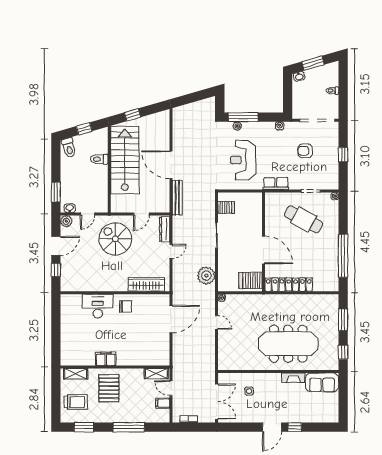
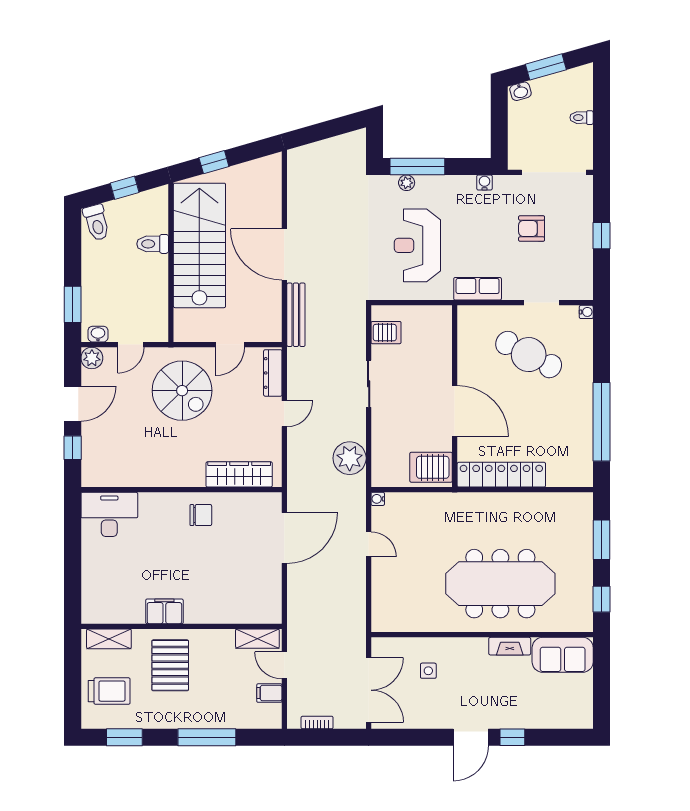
spiral stairs: (115, 239) -> (182, 391), turned 180
desk: (98, 306) -> (109, 514), moved

